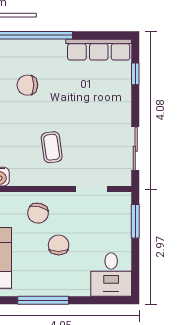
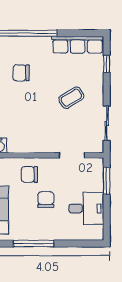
coffee table: (52, 147) -> (71, 98), moved, turned 66
chair: (38, 213) -> (29, 174), turned 76
desk: (111, 275) -> (86, 208), moved, turned -90

